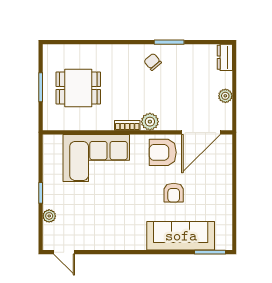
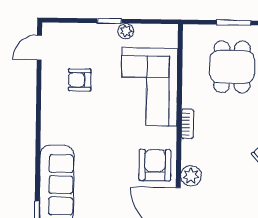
plant: (150, 122) -> (191, 176), moved
armchair: (174, 193) -> (80, 80), moved
plant: (49, 216) -> (126, 31), moved

